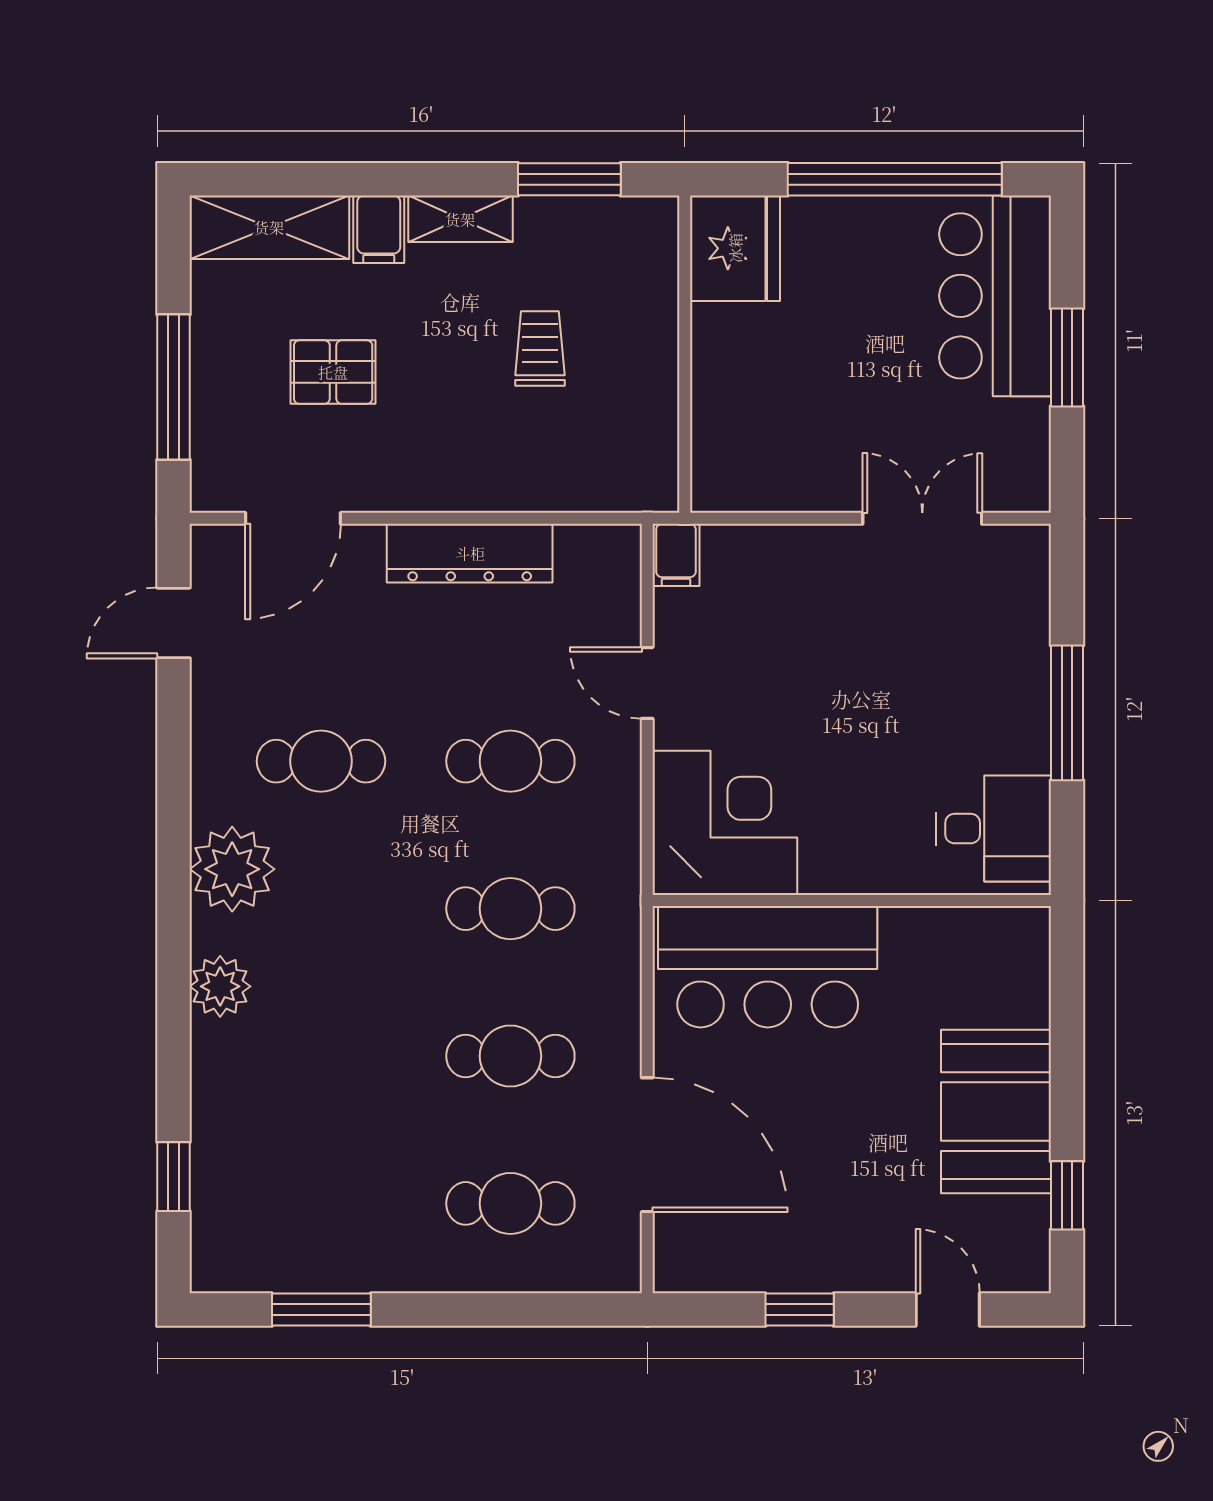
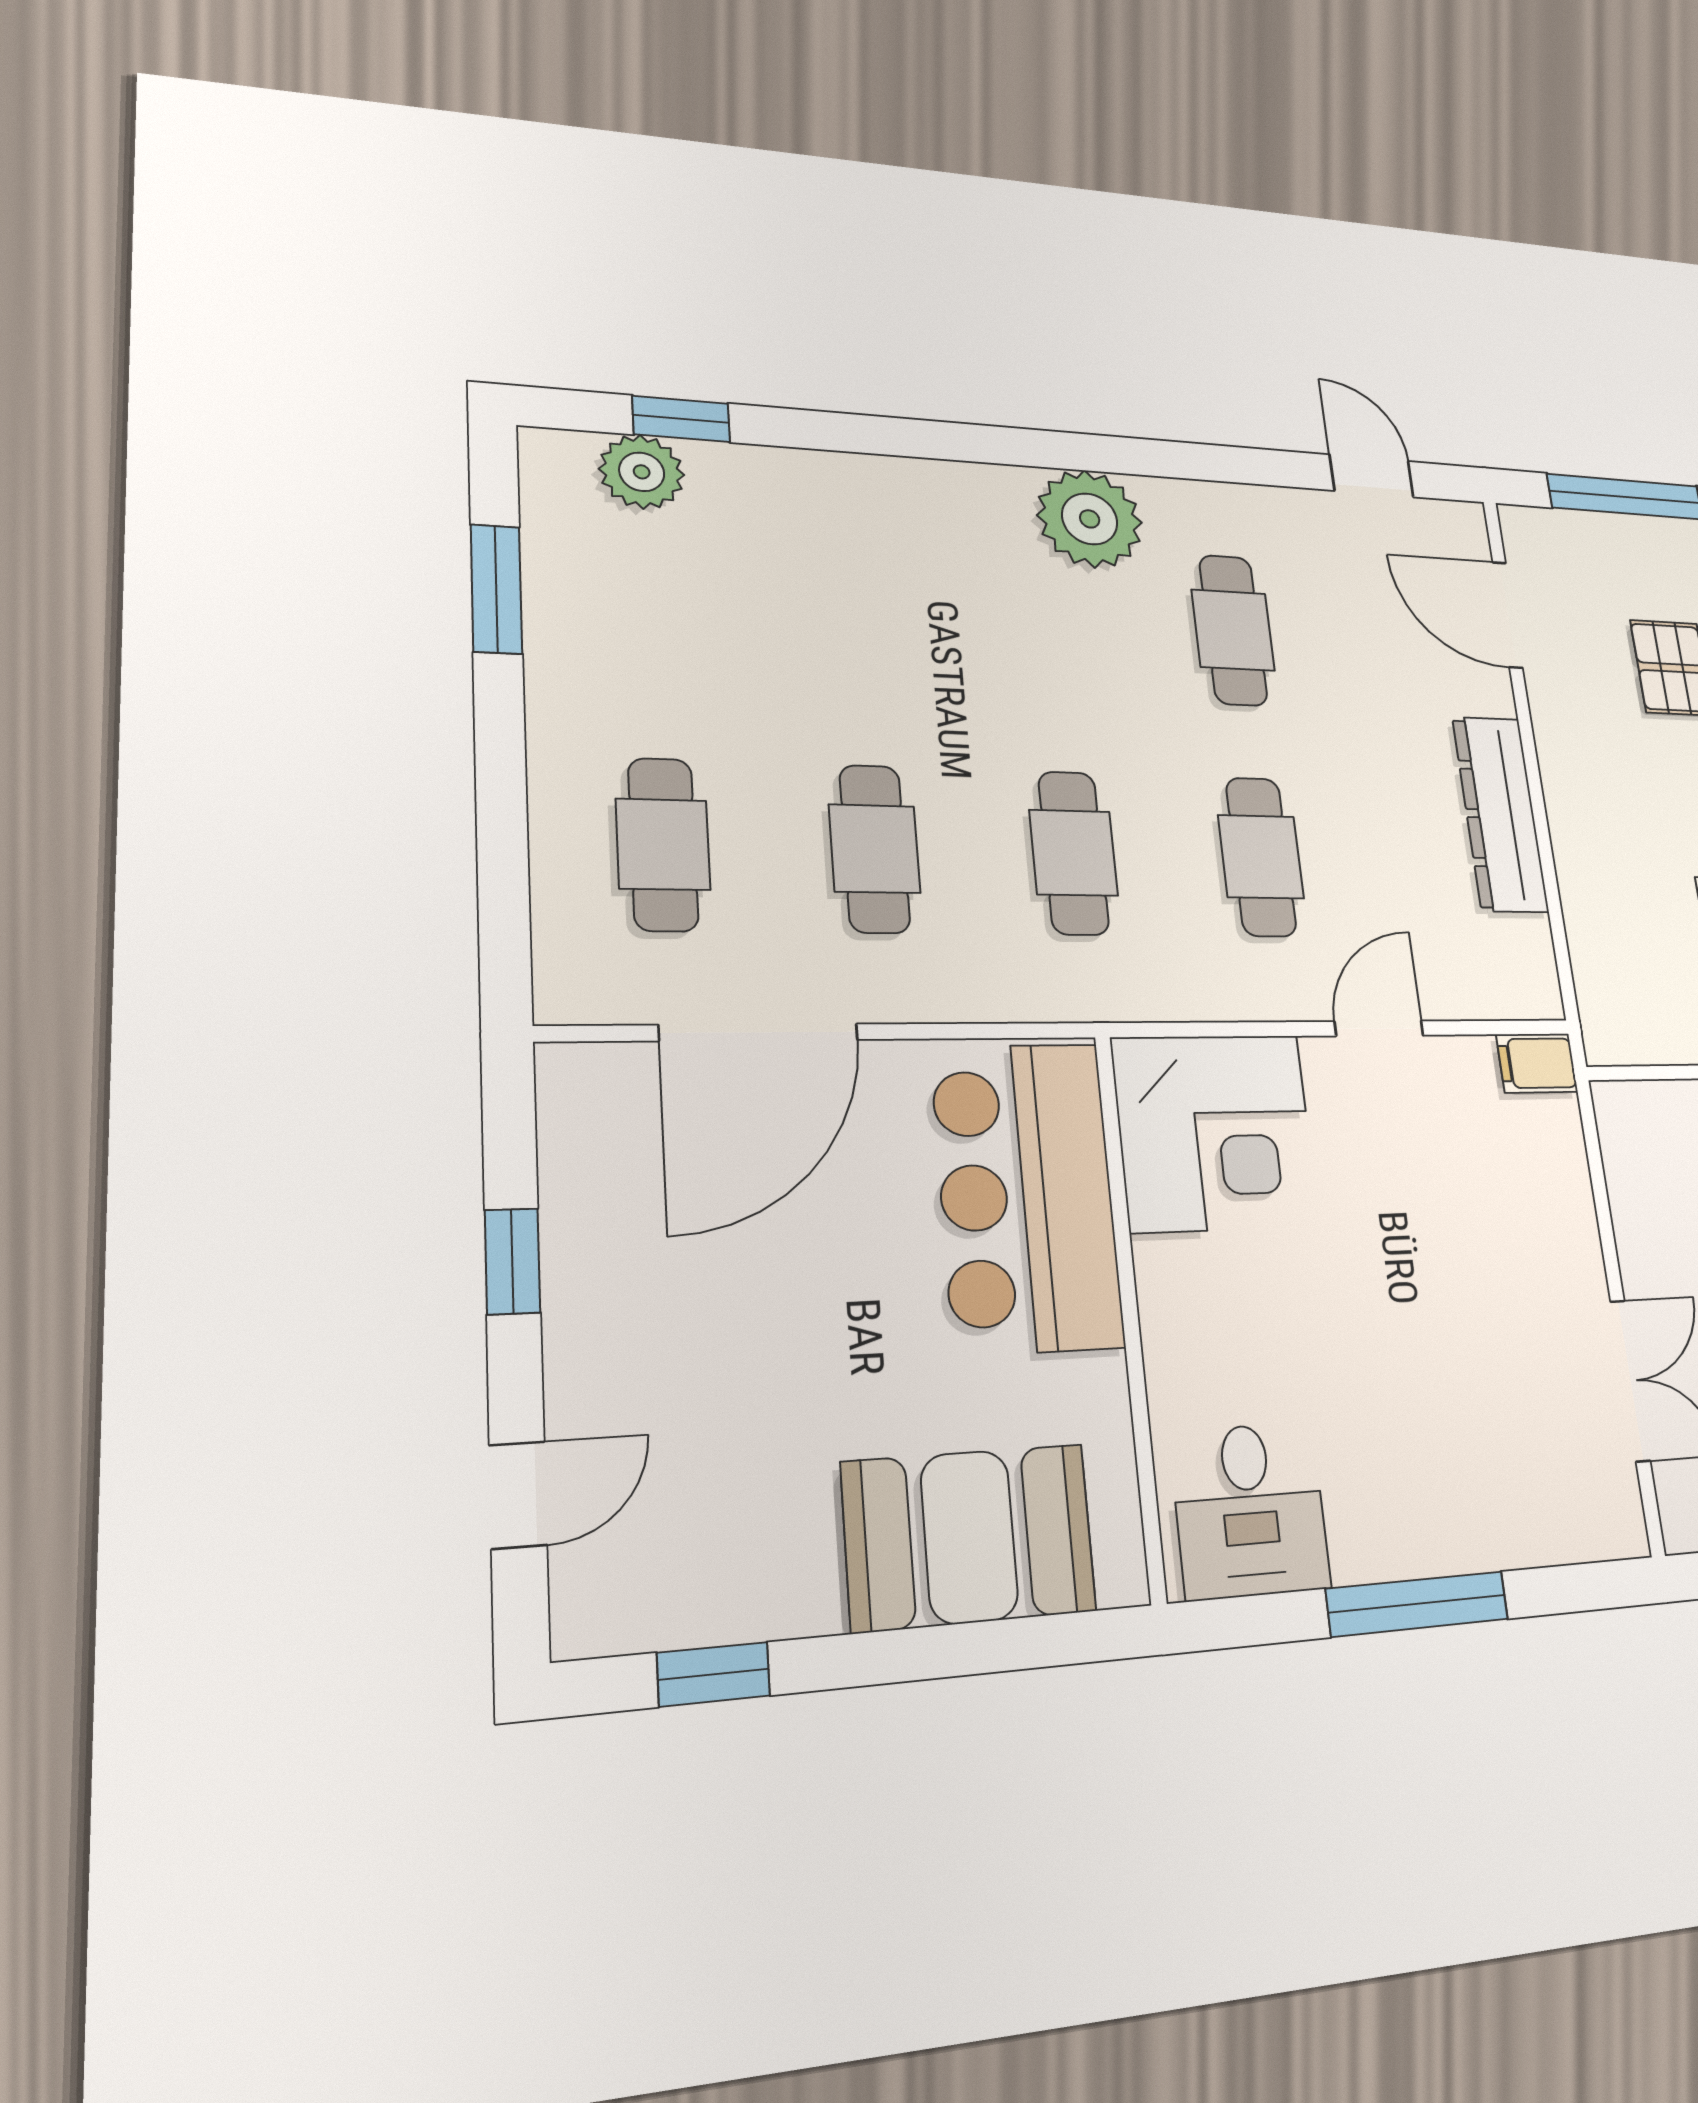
plant: (220, 986) -> (642, 472), moved
booth: (996, 1112) -> (969, 1537), moved

